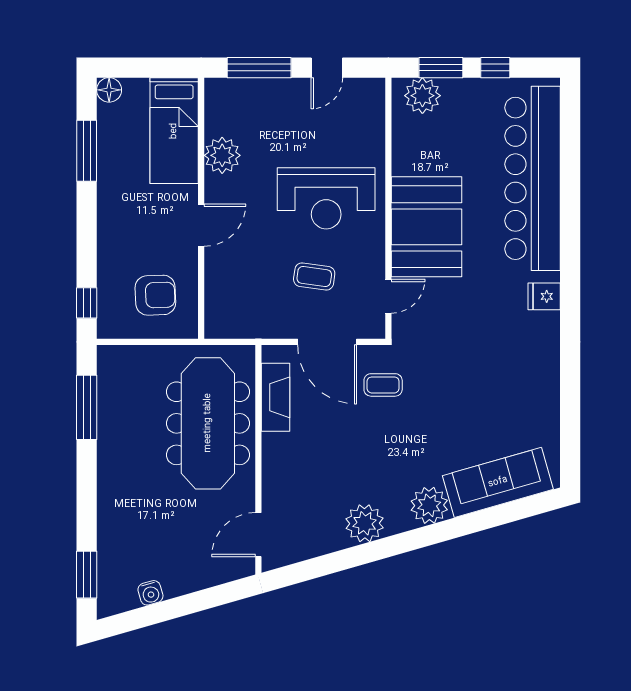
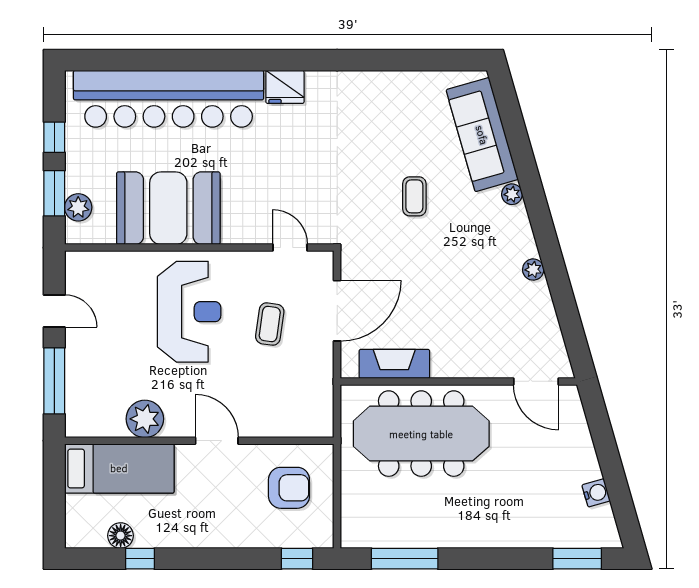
floor lamp: (109, 90) -> (121, 536), moved
plant: (422, 96) -> (78, 207), width x0.73, depth x0.73
window: (87, 151) -> (140, 559), width x0.46
booth: (427, 227) -> (168, 208), moved
armchair: (155, 295) -> (289, 488), turned 92
fridge: (544, 296) -> (285, 87), width x1.38
coffee table: (383, 385) -> (414, 196), moved
plant: (429, 505) -> (512, 194), width x0.53, depth x0.53
plant: (365, 523) -> (533, 270), width x0.53, depth x0.53

